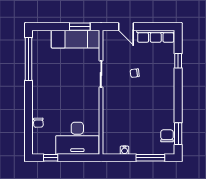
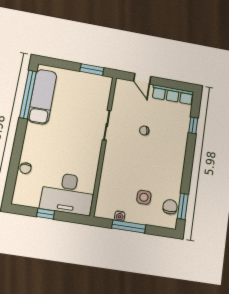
exam couch: (76, 39) -> (42, 97), moved, turned -90
side table: (143, 131) -> (144, 197), added
window: (51, 158) -> (46, 214), moved
window: (150, 158) -> (129, 227), moved

